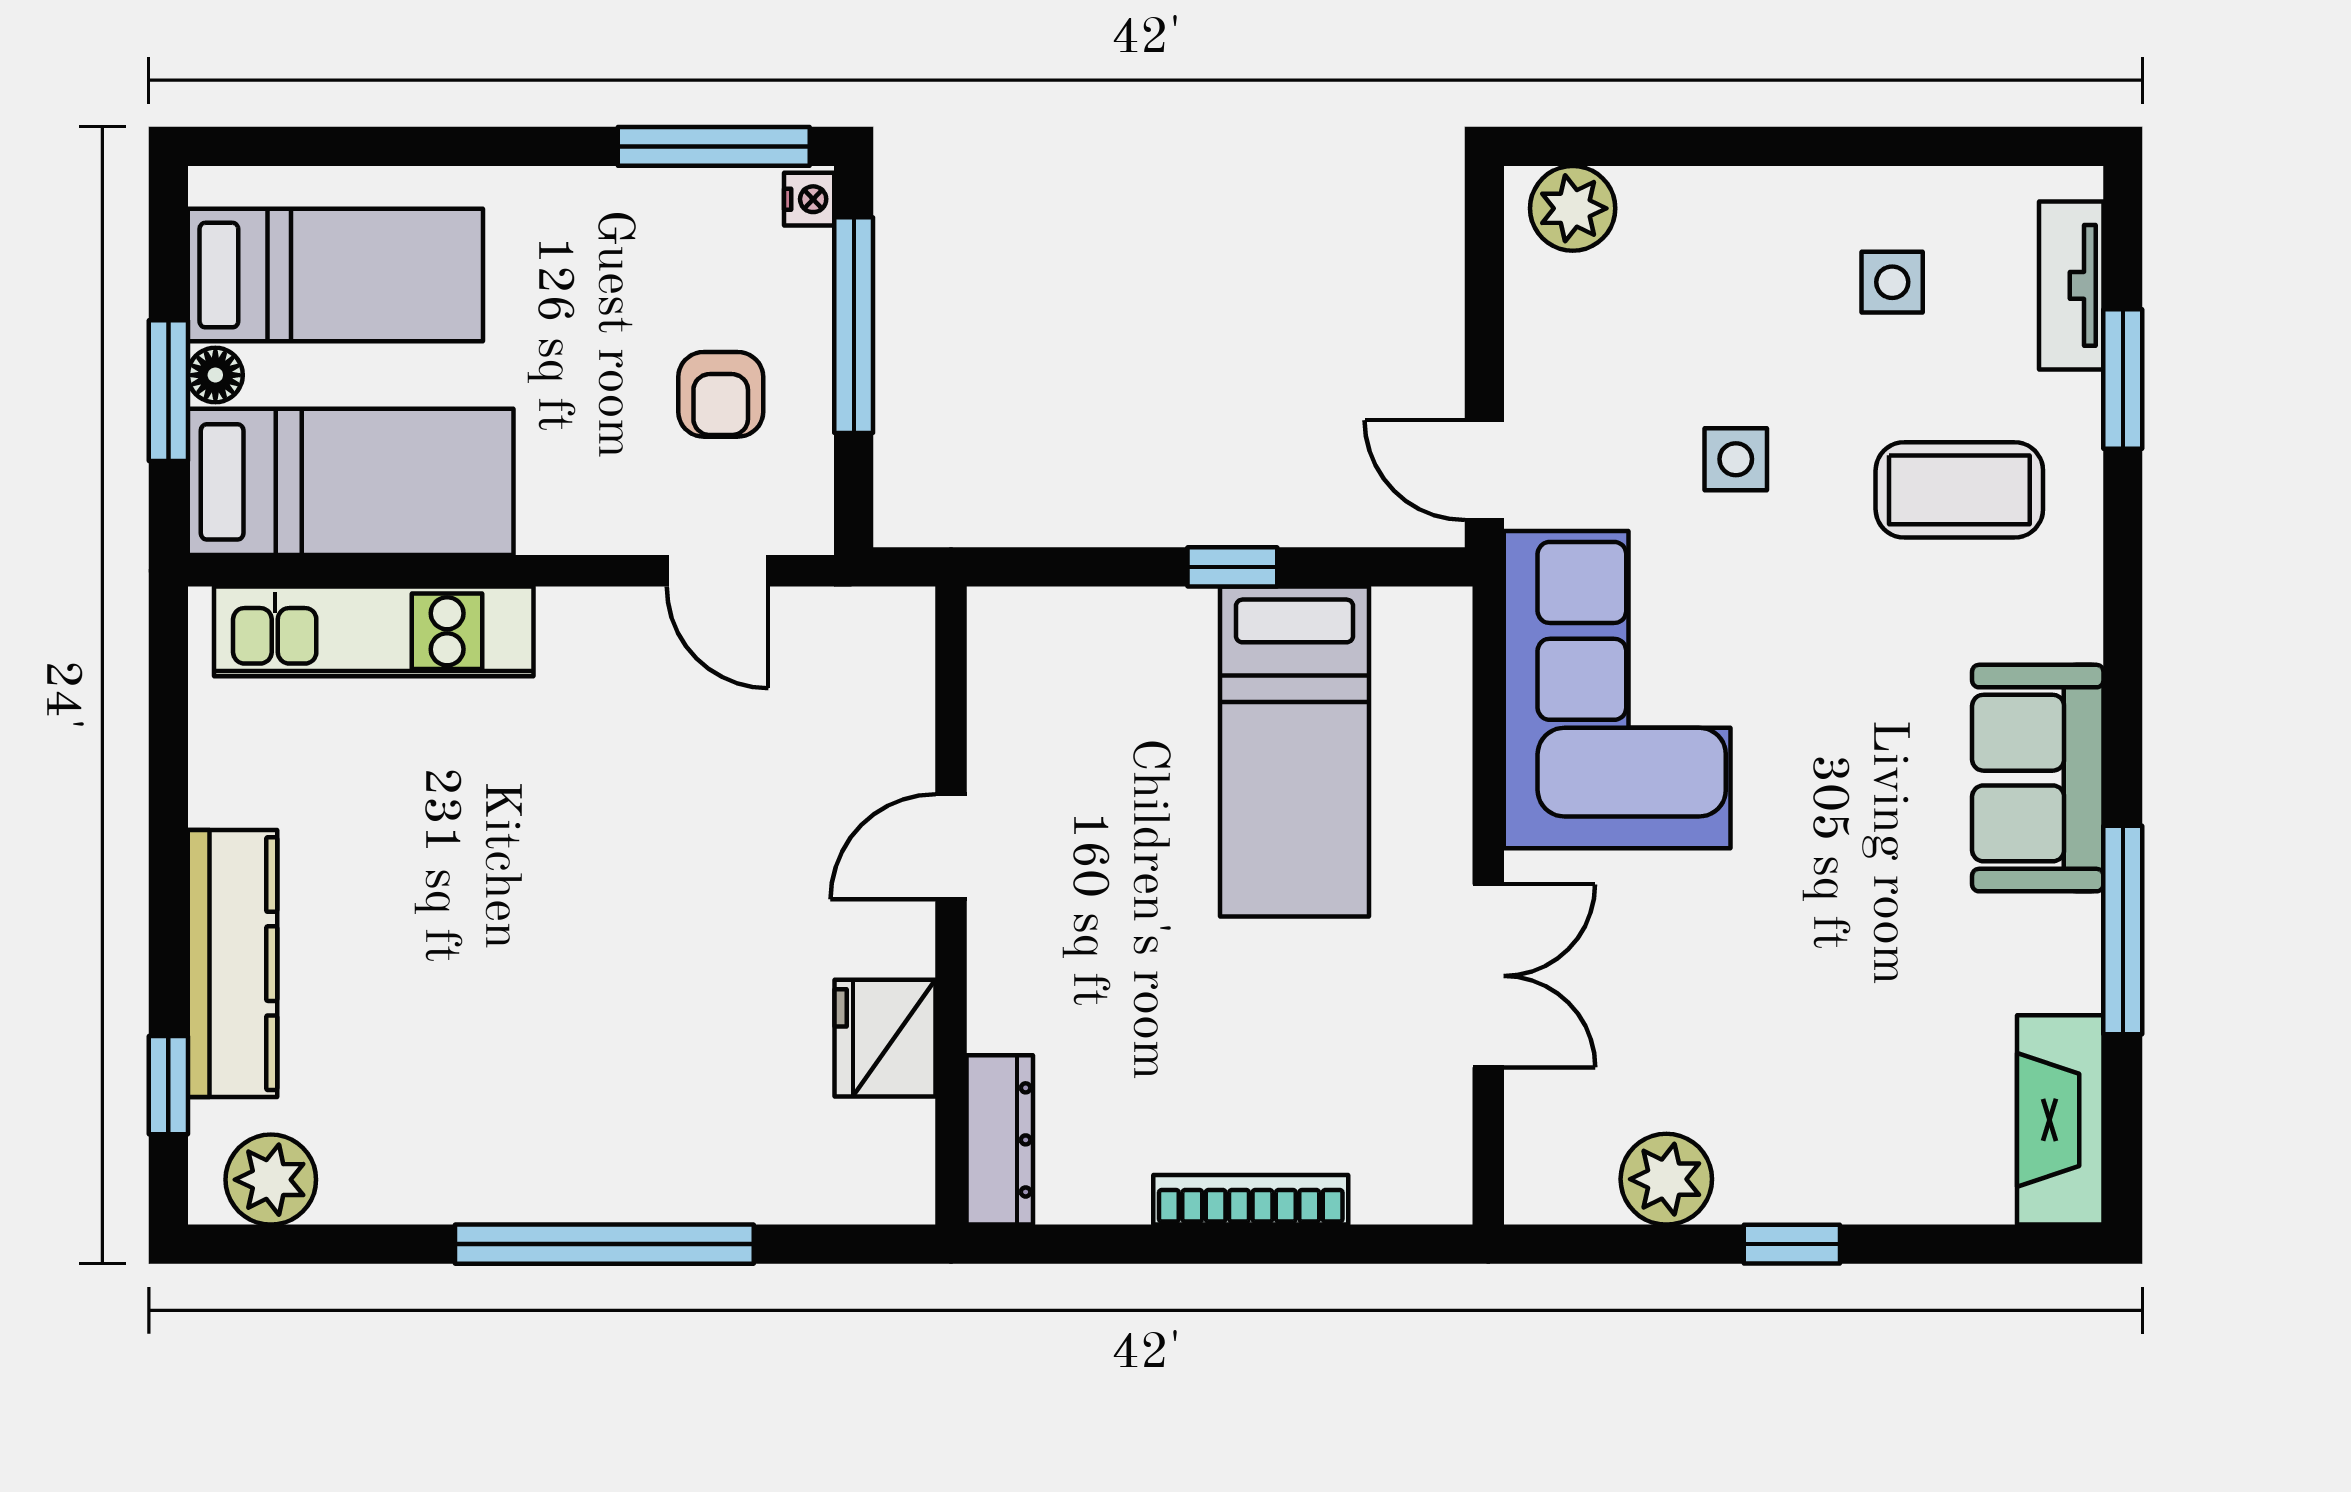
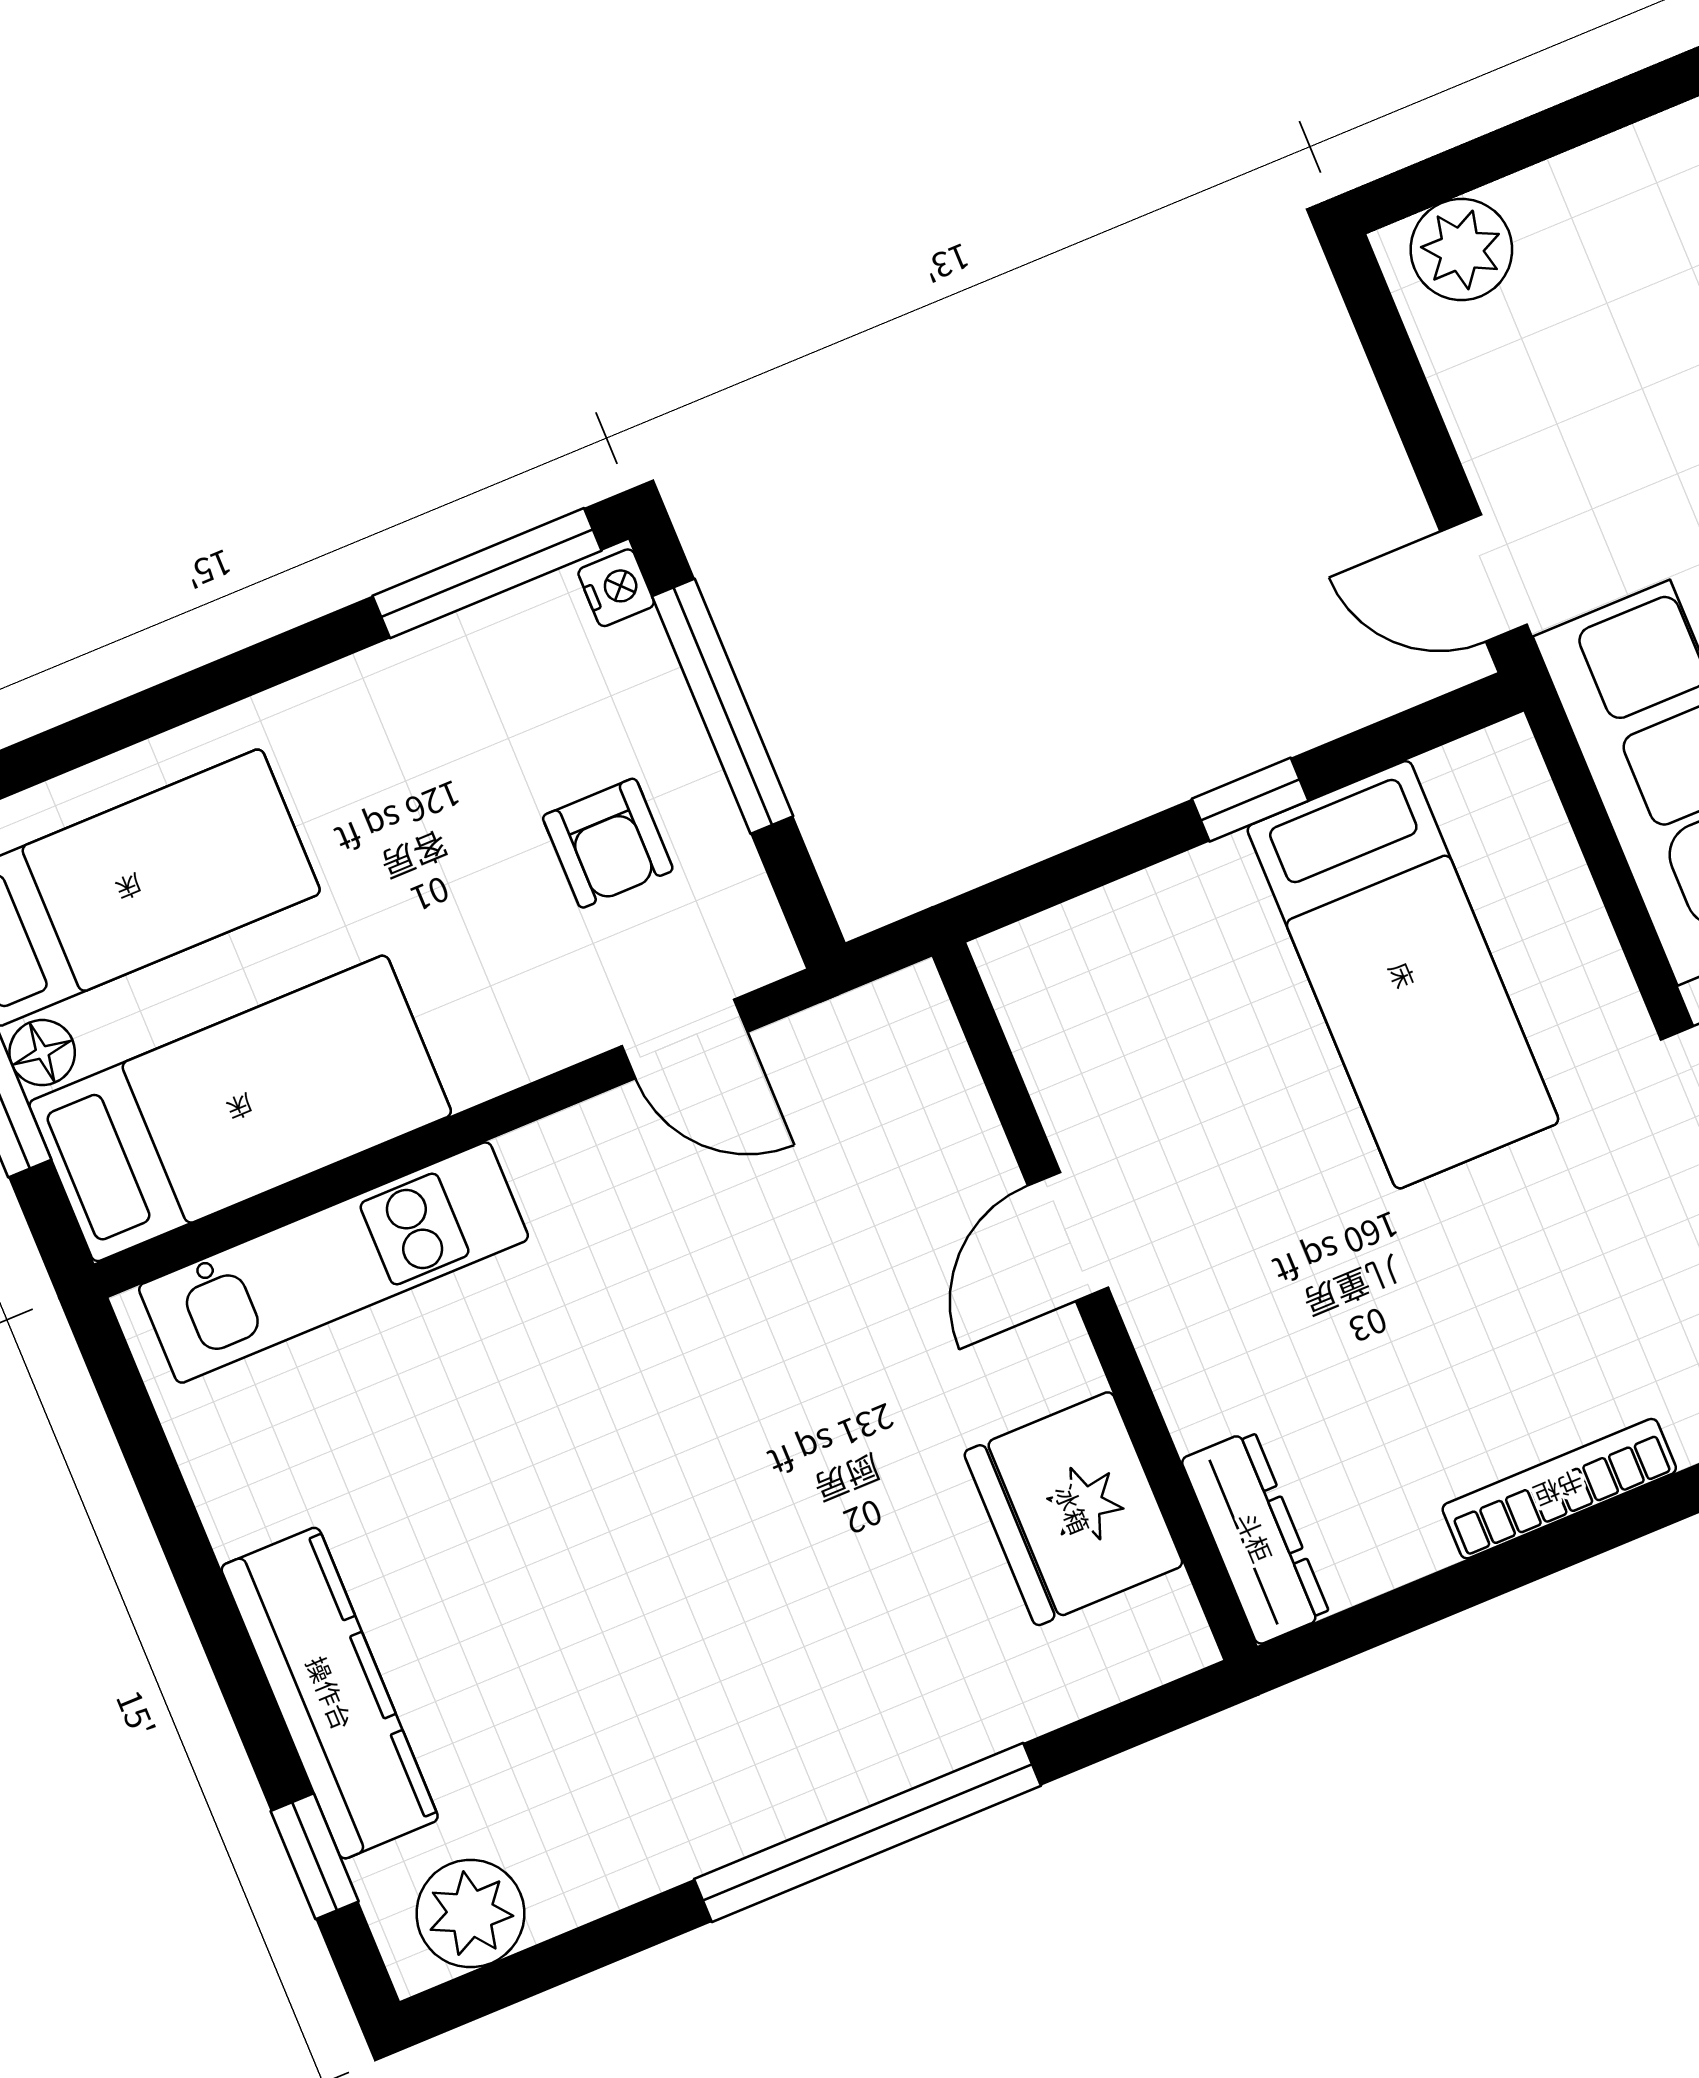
fridge: (885, 1038) -> (1073, 1509), width x1.36, depth x1.34

